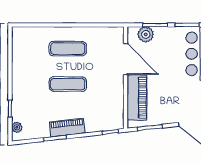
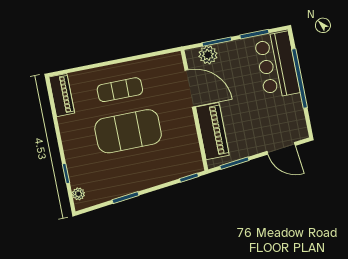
exercise mat: (68, 84) -> (128, 131), width x2.00, depth x1.45
piano: (67, 128) -> (62, 95), moved, turned 96

